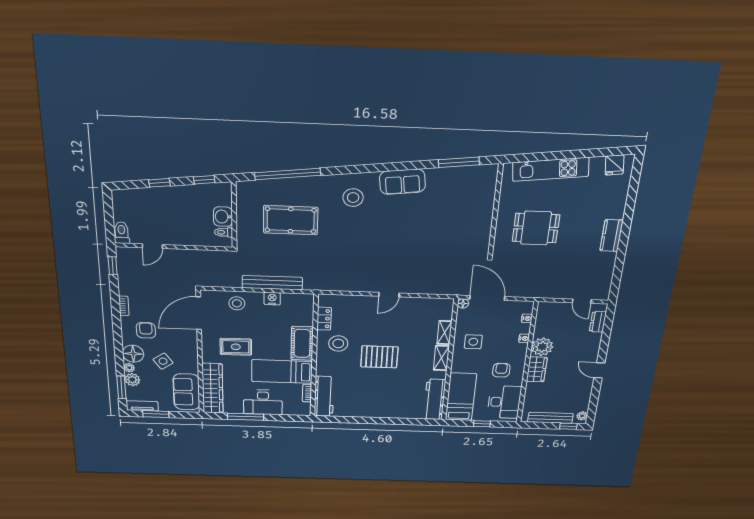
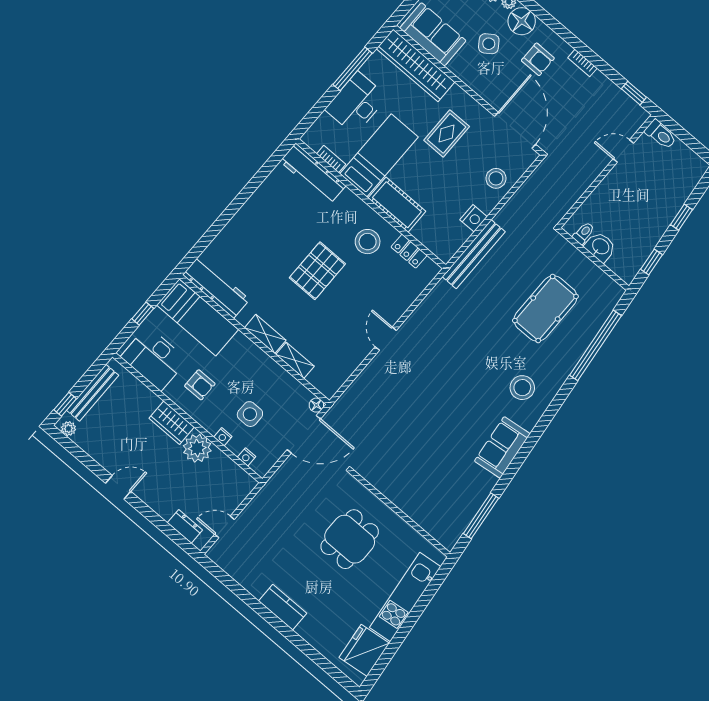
fridge: (615, 165) -> (364, 650), width x1.88, depth x1.34
door: (152, 246) -> (623, 151), hinge flipped
bench: (272, 283) -> (474, 254), moved
side table: (473, 342) -> (250, 414), moved

